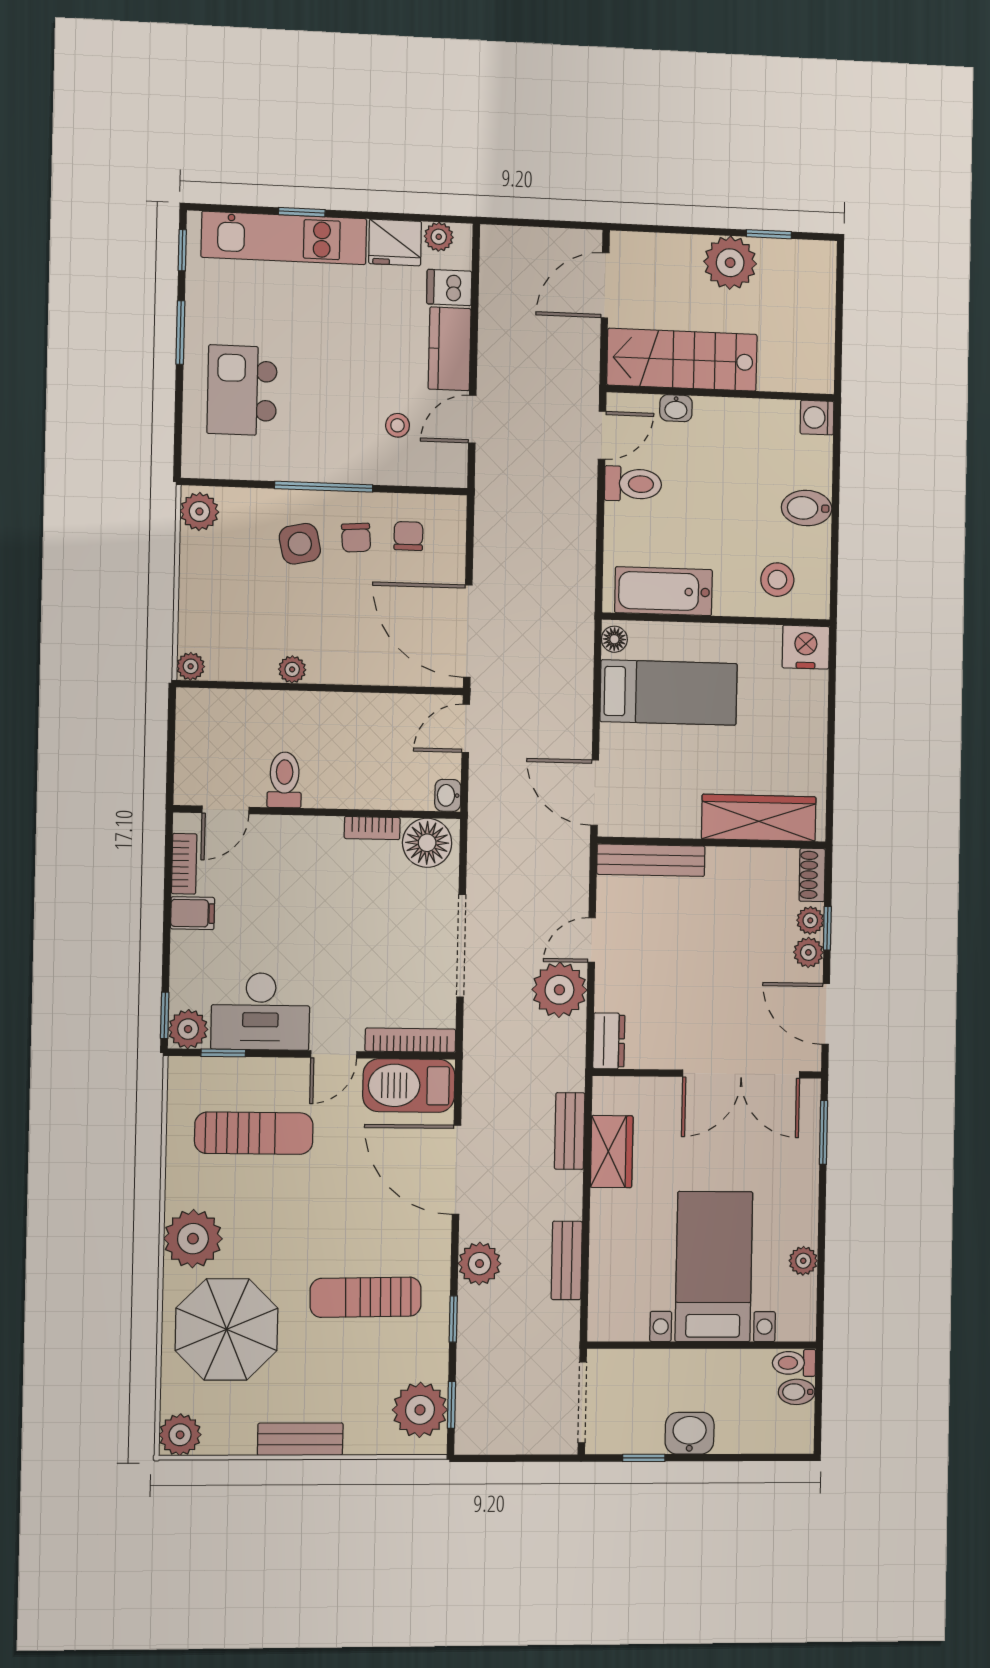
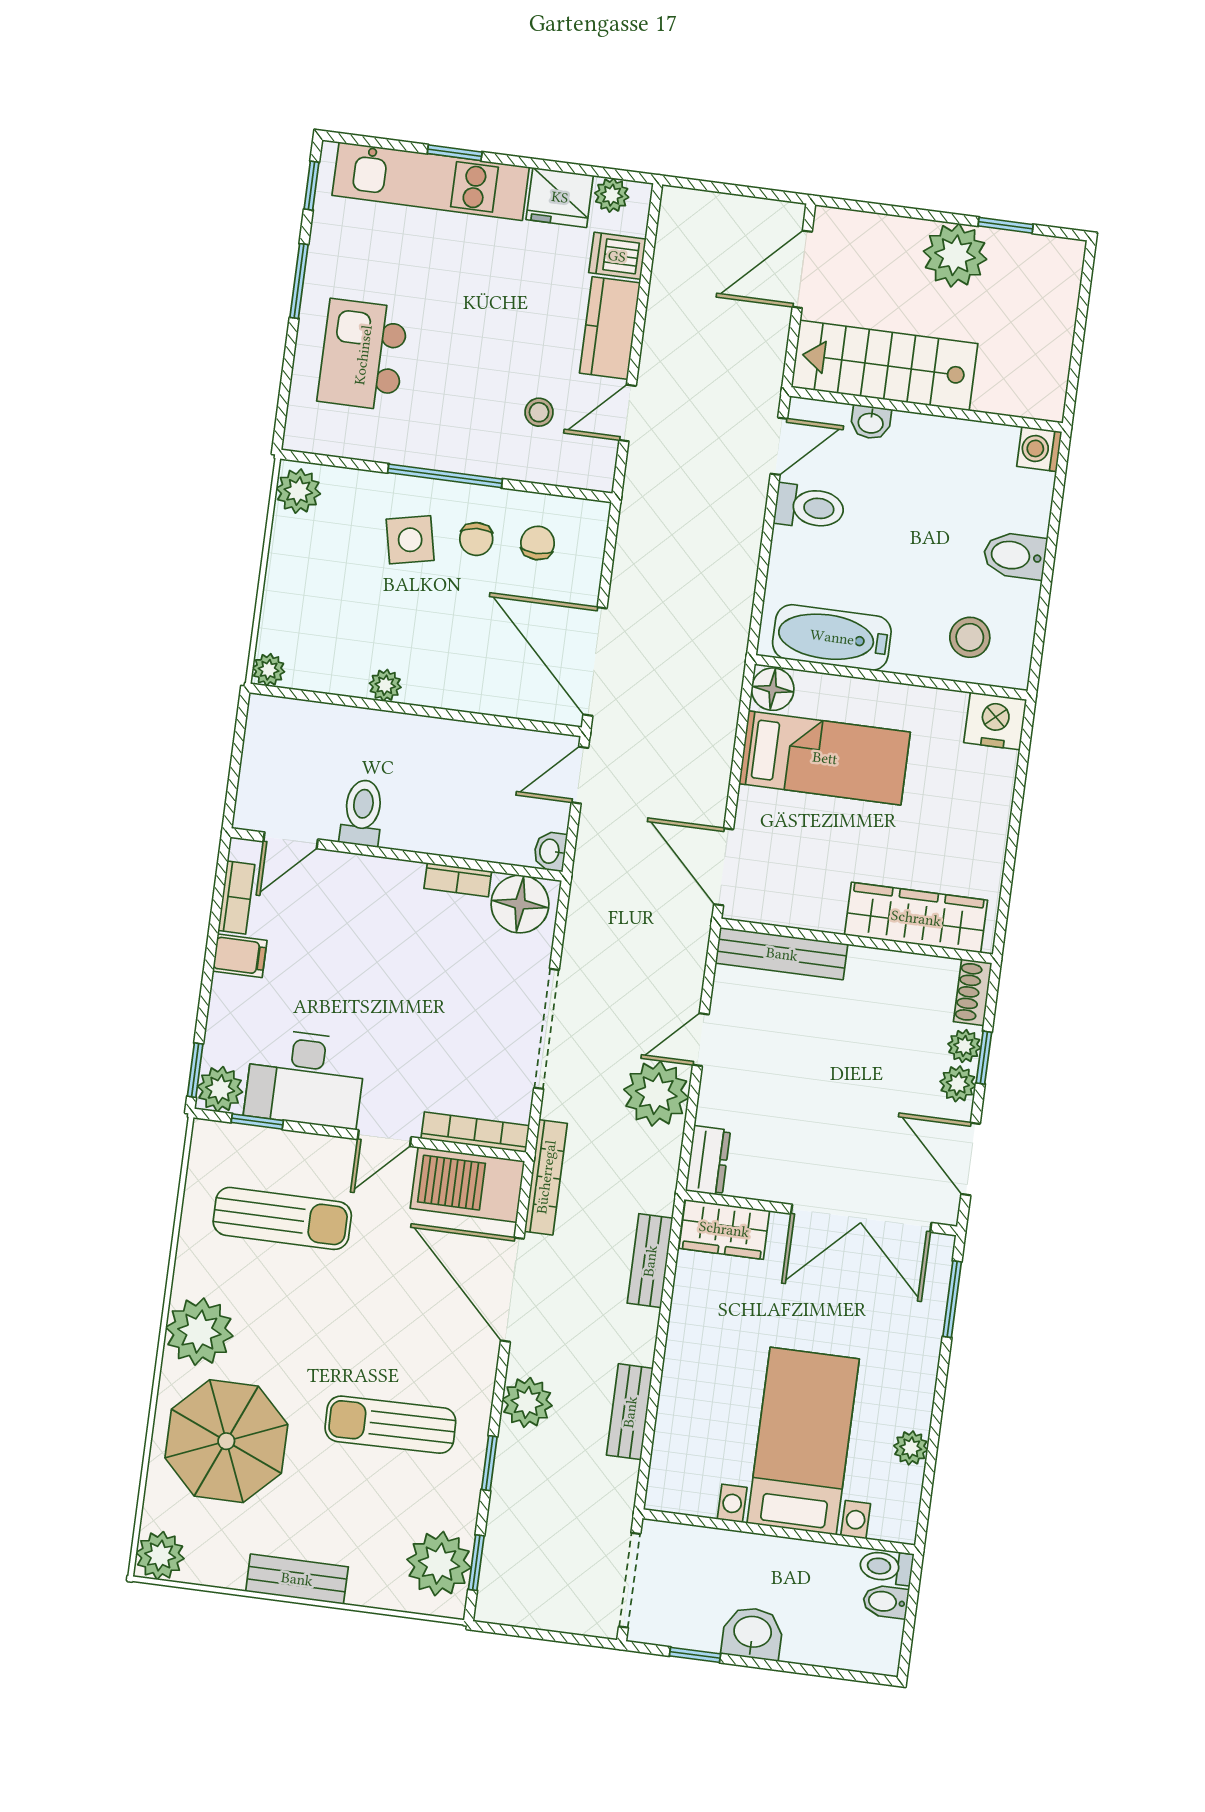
floor lamp: (614, 639) -> (773, 689), width x1.37, depth x1.37
bookcase: (474, 1071) -> (546, 1177), added
wardrobe: (612, 1152) -> (724, 1229), moved, turned 90

